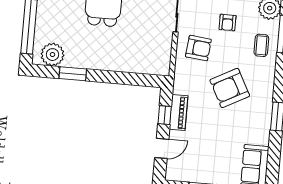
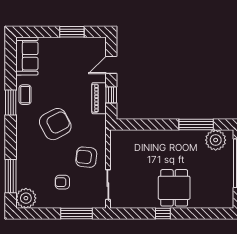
armchair: (228, 22) -> (62, 182), turned -90
coffee table: (261, 45) -> (25, 95), moved
window: (73, 74) -> (196, 125), width x1.44

